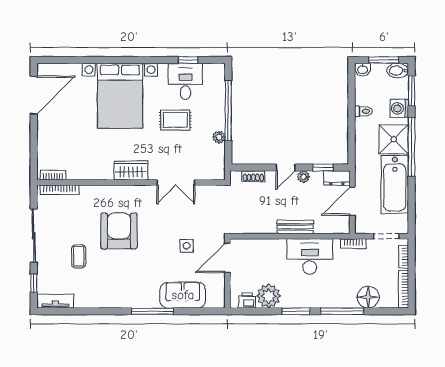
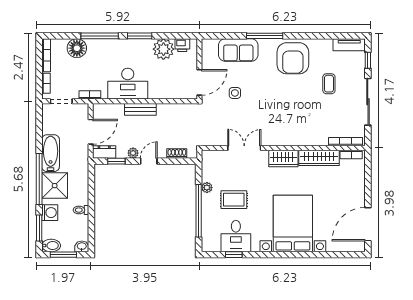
rug: (175, 120) -> (234, 200), moved
wardrobe: (90, 171) -> (319, 158), added
bathtub: (395, 184) -> (51, 153), width x0.73, depth x0.73
armchair: (119, 231) -> (293, 58), moved

